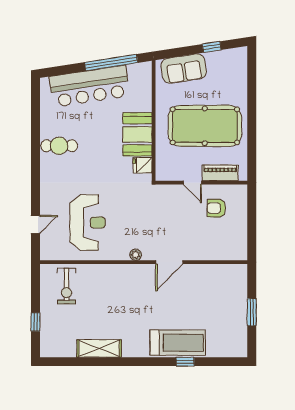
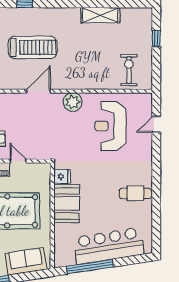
plant: (136, 255) -> (73, 102), width x1.88, depth x1.88
treadmill: (178, 343) -> (33, 47), moved, turned 180

